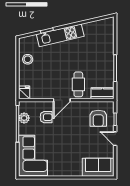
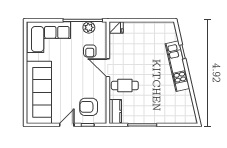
stool: (28, 59) -> (152, 31), removed
sofa: (98, 167) -> (39, 92), width x1.85, depth x1.27

